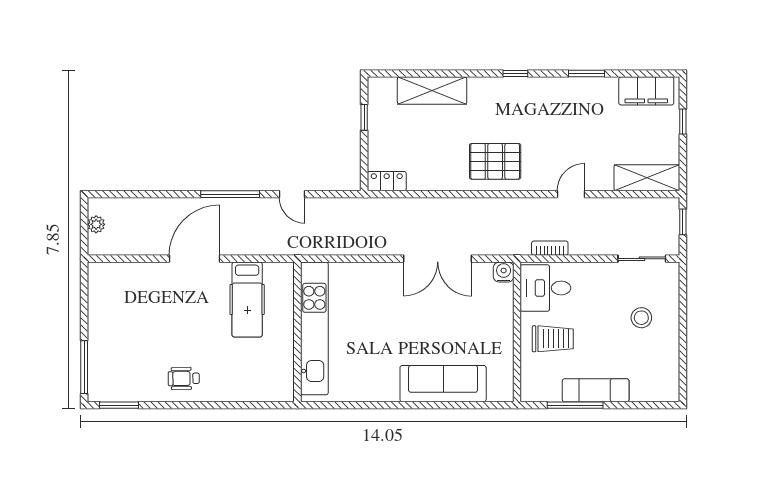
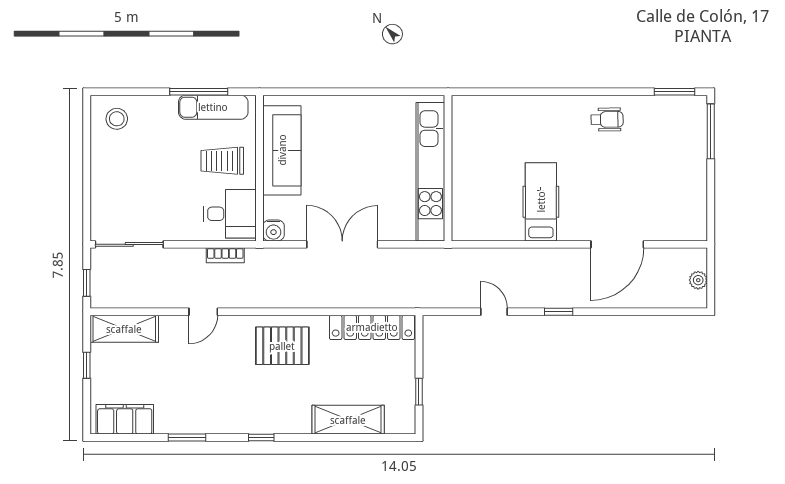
window: (683, 122) -> (87, 365), moved
locker: (387, 181) -> (372, 327), width x2.16, depth x1.21
window: (230, 194) -> (559, 312), width x0.46
door: (194, 259) -> (617, 244), moved
sliding door: (642, 259) -> (129, 244), width x1.37
stool: (641, 318) -> (117, 119), moved
kitchen unit: (314, 328) -> (430, 172), moved
wall: (297, 332) -> (448, 168), moved
sofa: (443, 384) -> (282, 150), moved, turned -90
exam couch: (596, 390) -> (213, 107), moved

